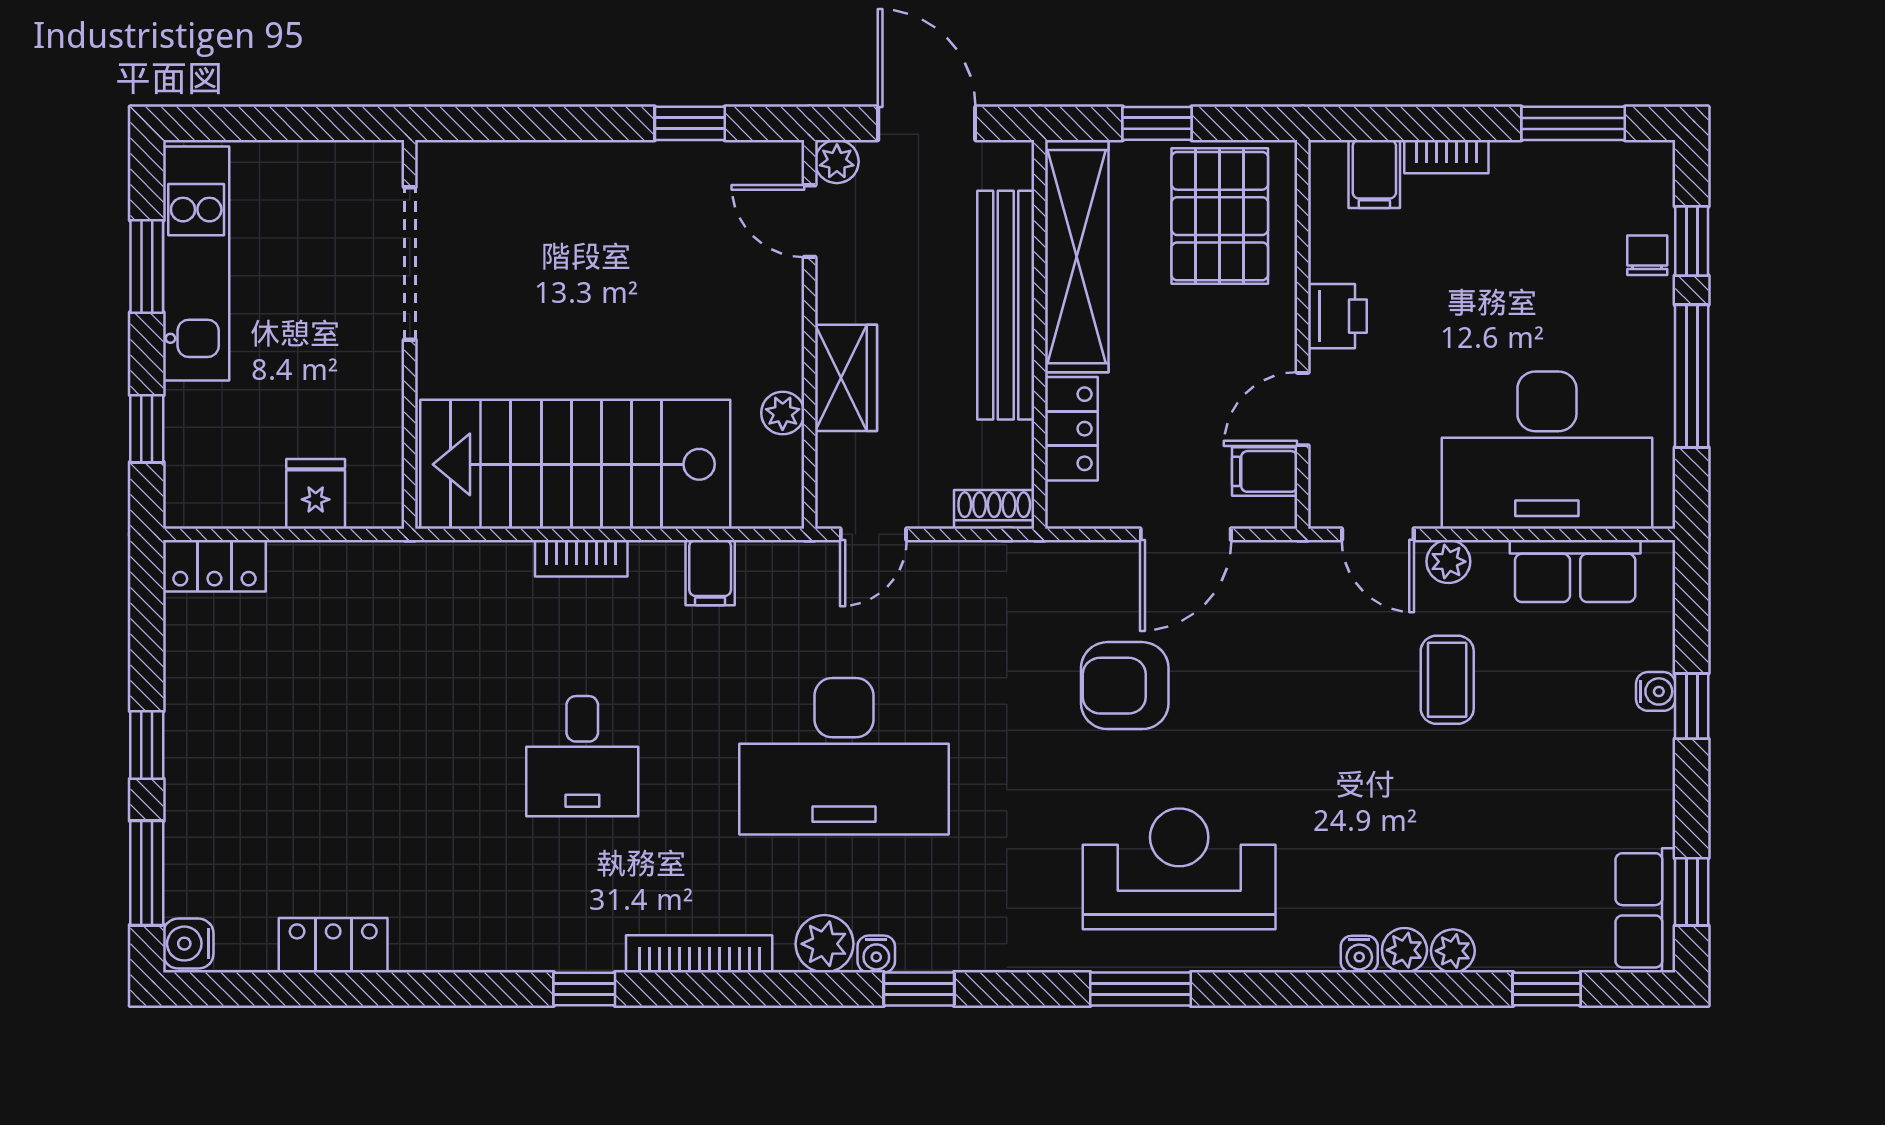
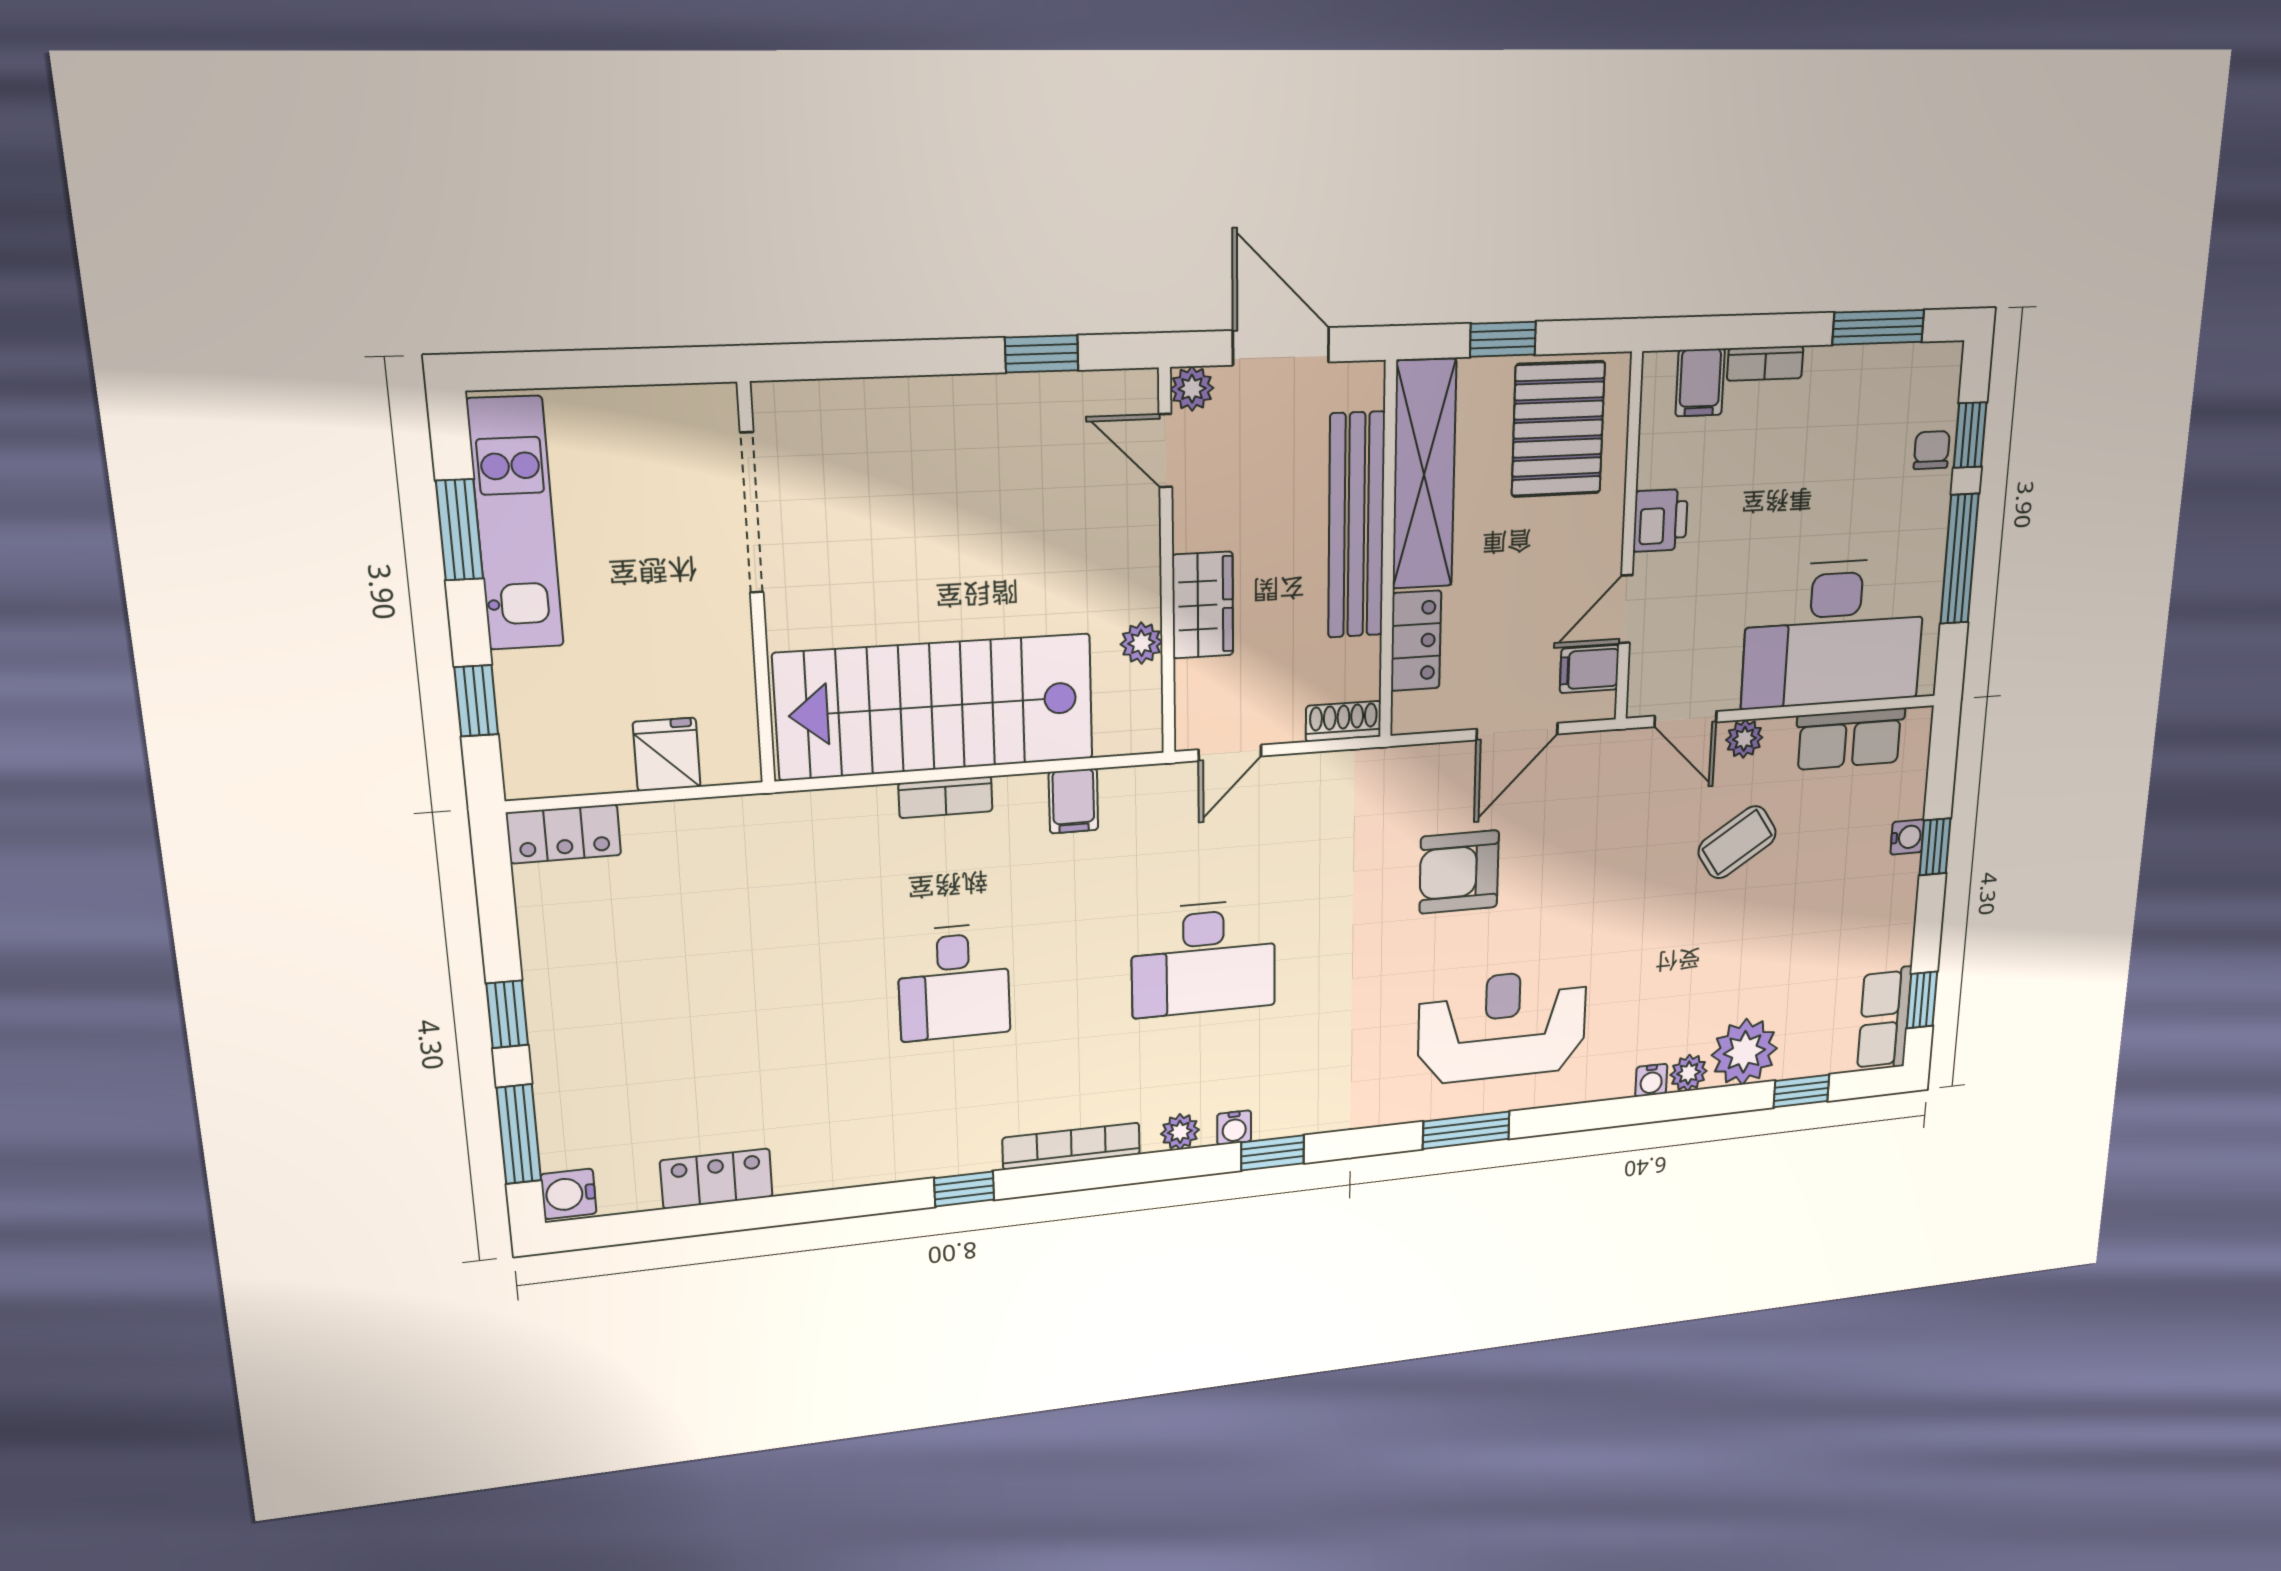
coffee table: (1447, 680) -> (1737, 842), turned 57
desk: (844, 756) -> (1204, 958), width x0.73, depth x0.77
plant: (824, 944) -> (1180, 1132), width x0.73, depth x0.73
plant: (1453, 951) -> (1744, 1052), width x1.88, depth x1.88

